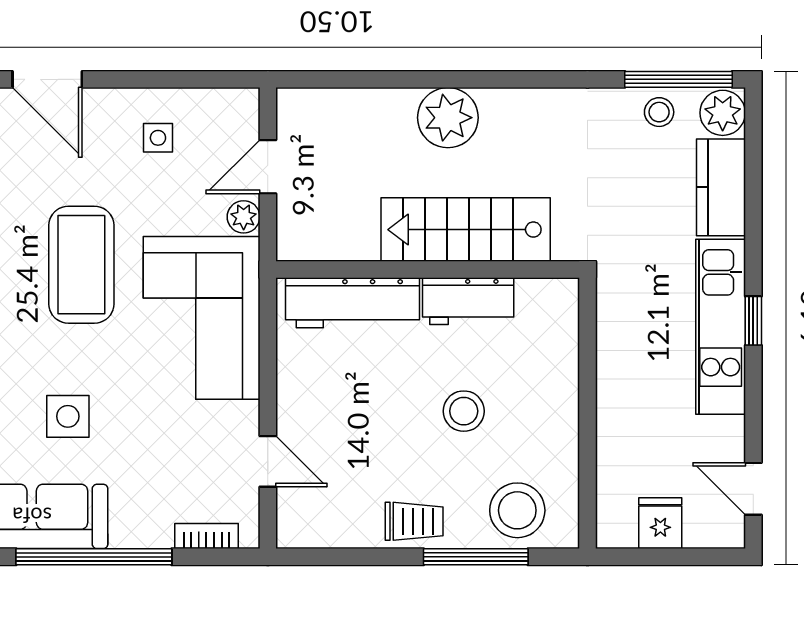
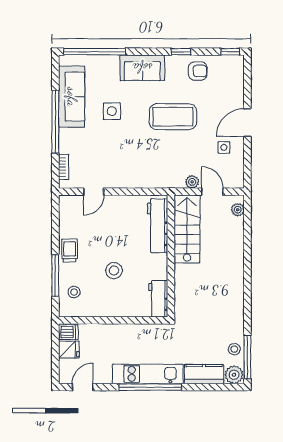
door: (47, 79) -> (247, 123), moved
plant: (448, 118) -> (238, 210), moved, width x0.53, depth x0.53
stairs: (466, 230) -> (187, 229), moved
workbench: (468, 301) -> (158, 299), moved
corner sofa: (202, 318) -> (152, 165), removed
window: (753, 321) -> (150, 387), width x3.17
stool: (517, 510) -> (74, 292), width x0.53, depth x0.53
trolley: (414, 521) -> (70, 251), turned 180
dishwasher: (617, 524) -> (68, 332), added

